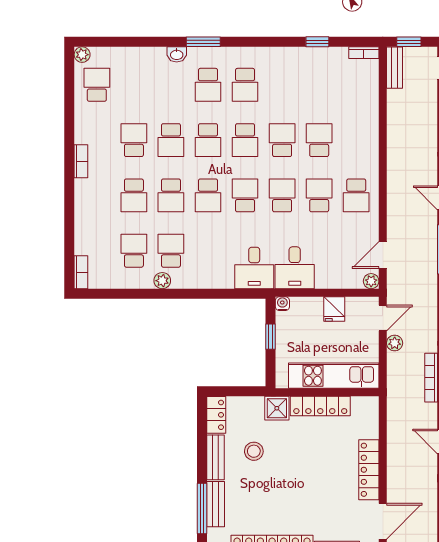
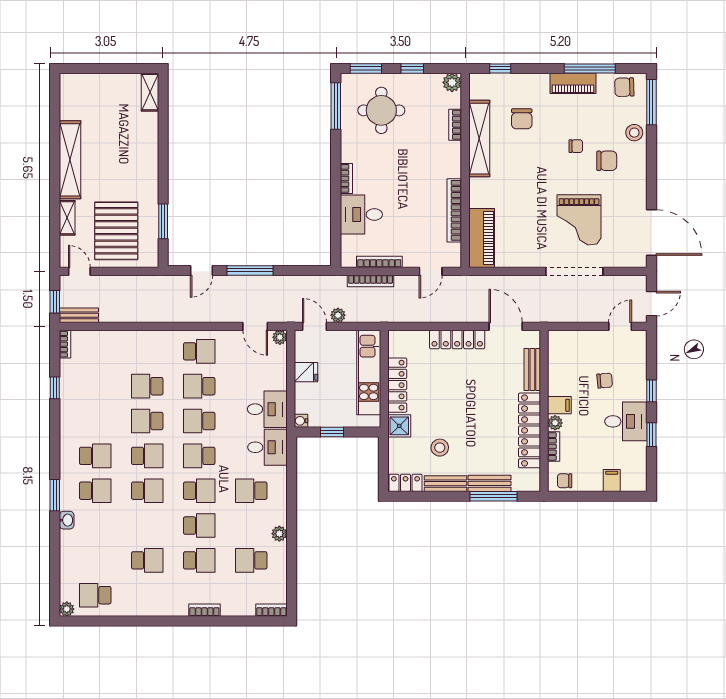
school desk: (134, 140) -> (147, 560), turned 180
school desk: (171, 140) -> (147, 526), removed
bookcase: (81, 161) -> (204, 610), moved
school desk: (171, 251) -> (251, 491), moved

